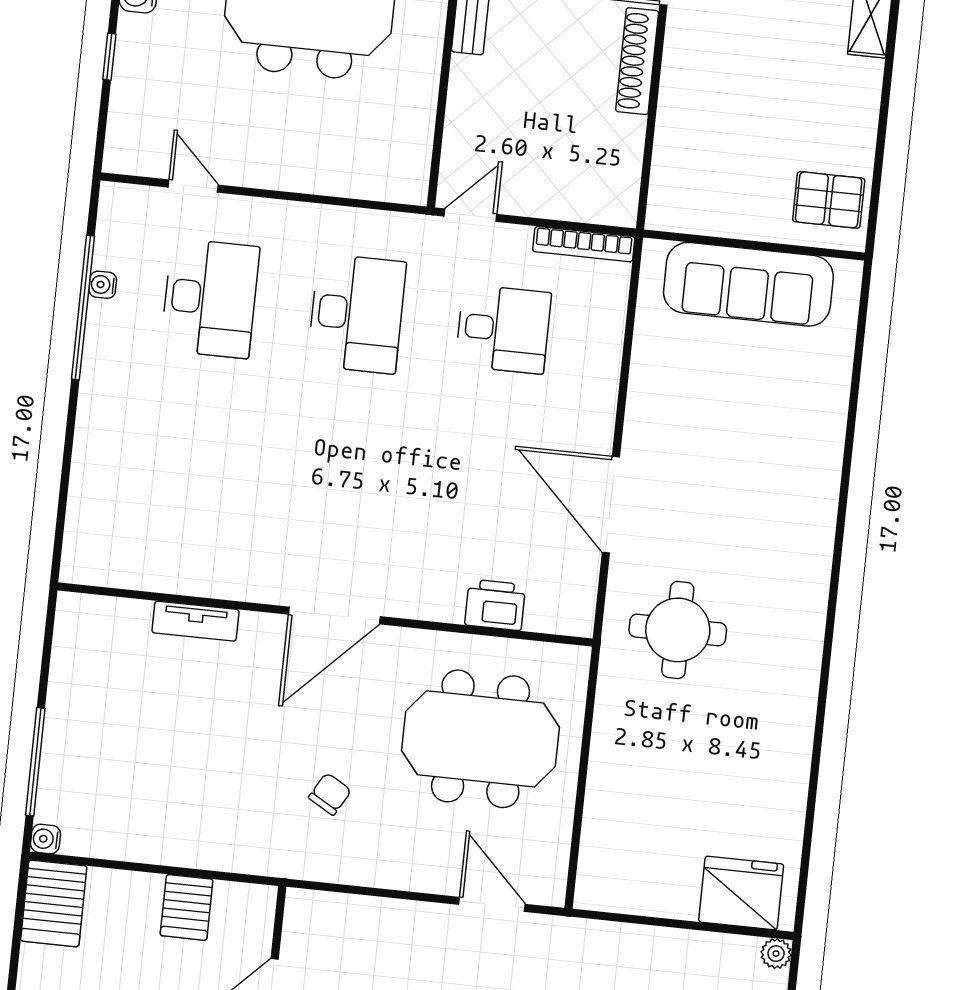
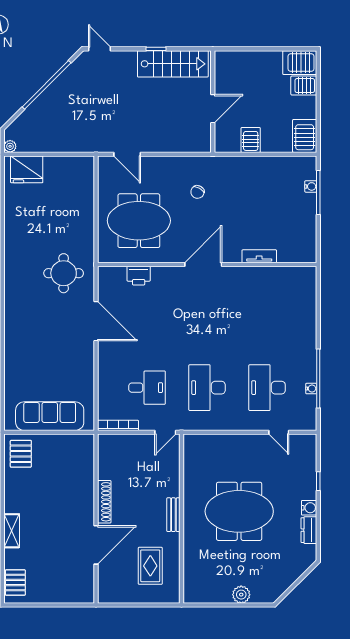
pallet: (829, 200) -> (21, 454), turned 90
desk: (503, 329) -> (147, 388), turned 180
water cooler: (46, 839) -> (311, 186), moved

